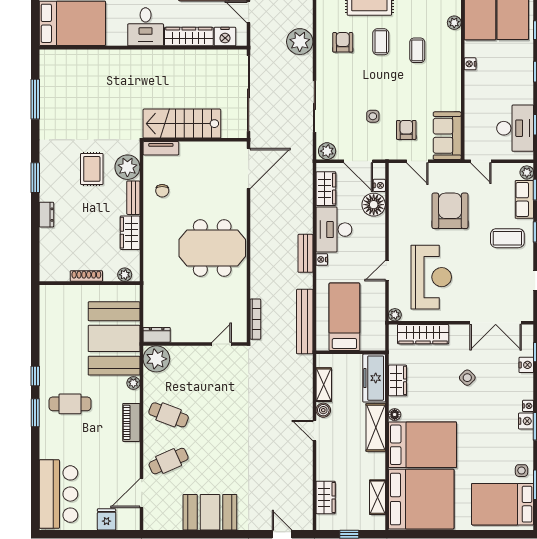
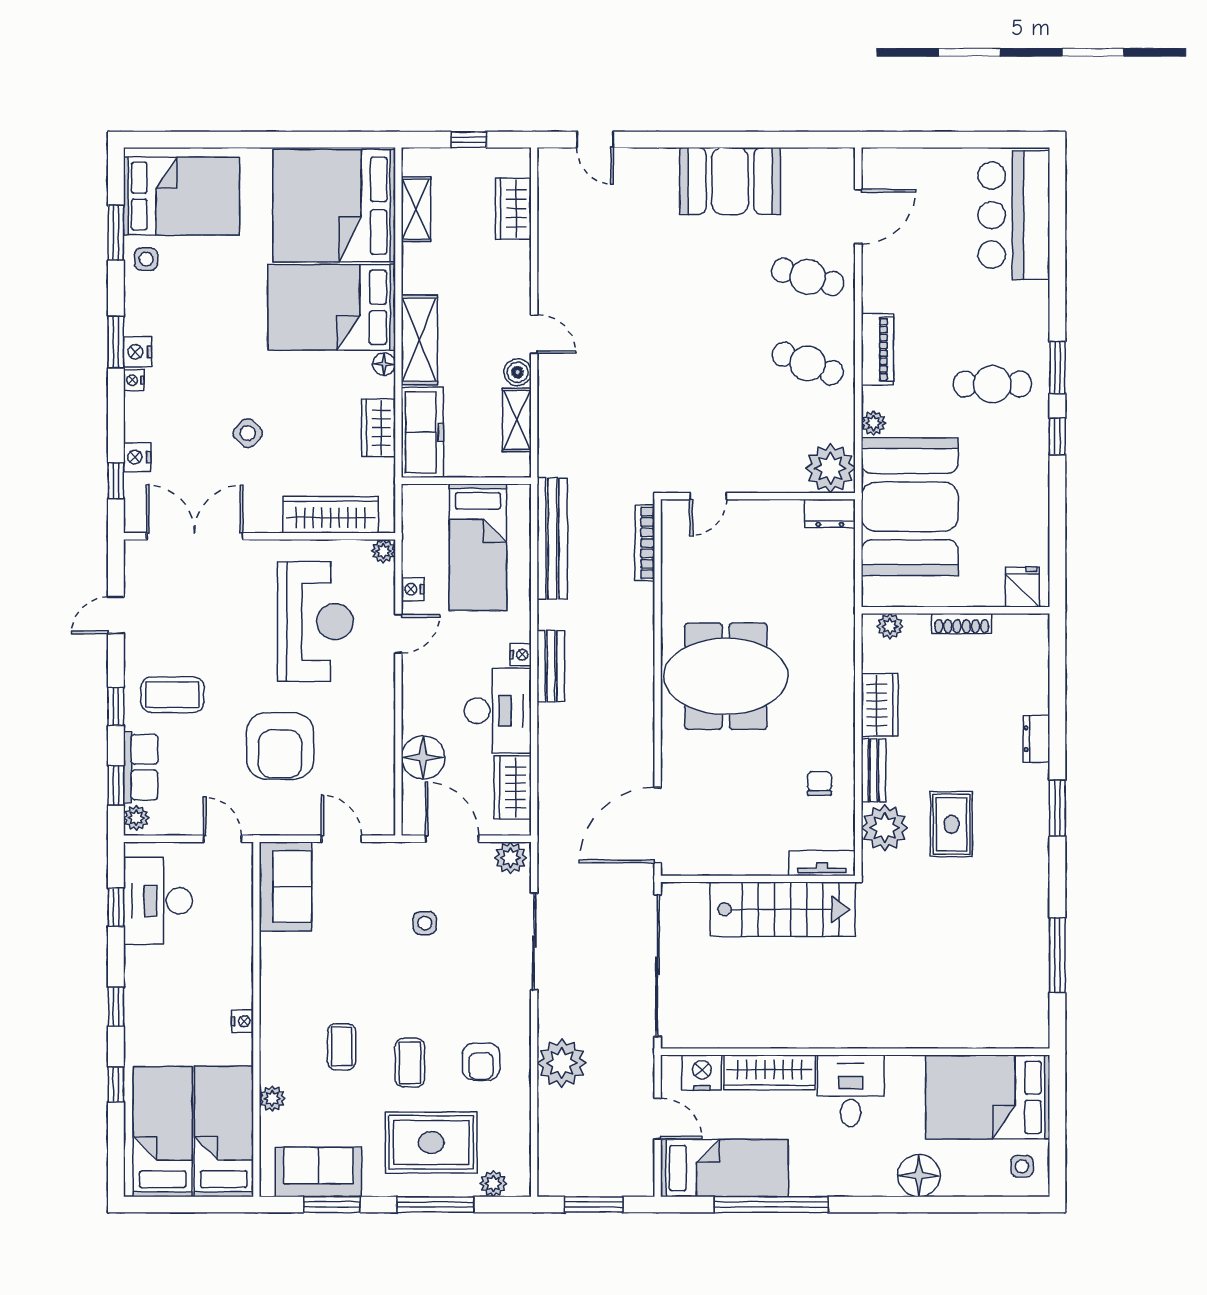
armchair: (406, 130) -> (362, 897), removed
nightstand: (379, 185) -> (413, 589), moved
reception desk: (431, 277) -> (315, 622), turned 180
cafe table: (169, 461) -> (808, 277), turned 39
fridge: (107, 519) -> (1022, 587), moved, turned 180

